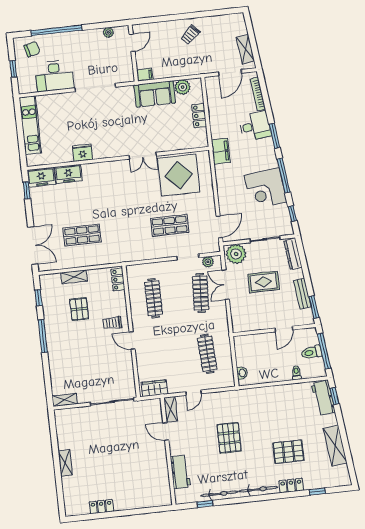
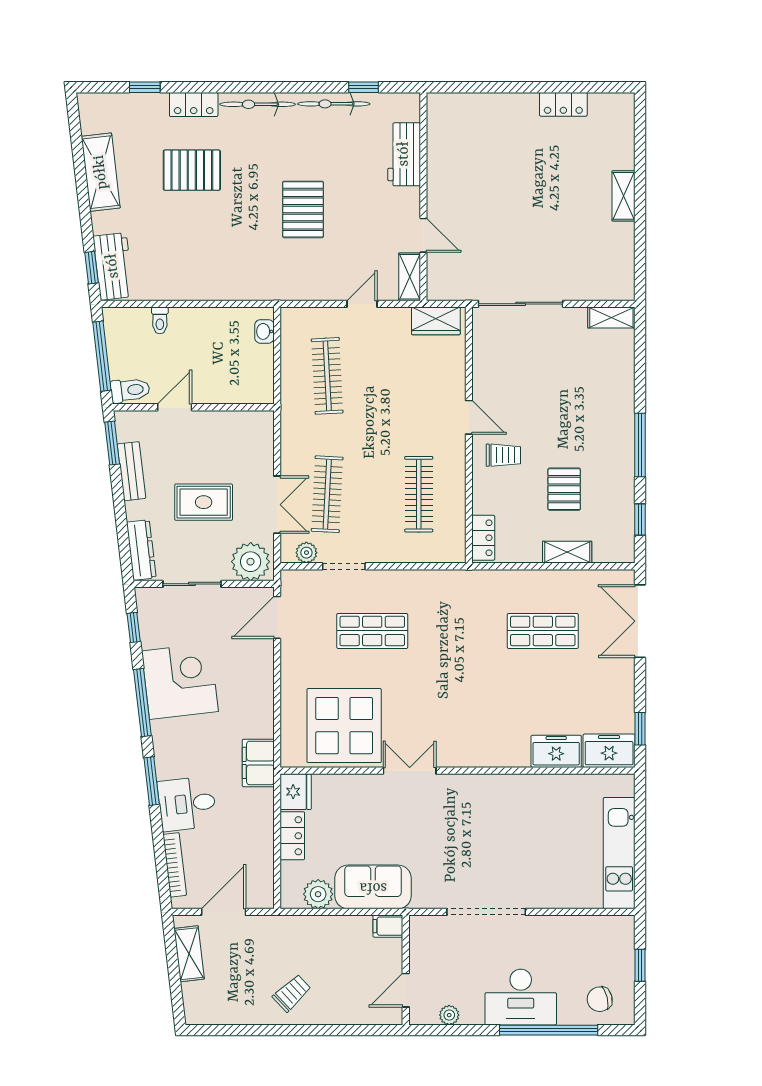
desk: (54, 76) -> (521, 997), moved, turned 180
fridge: (83, 153) -> (296, 792), moved, turned -90
toilet: (312, 352) -> (130, 390), moved

